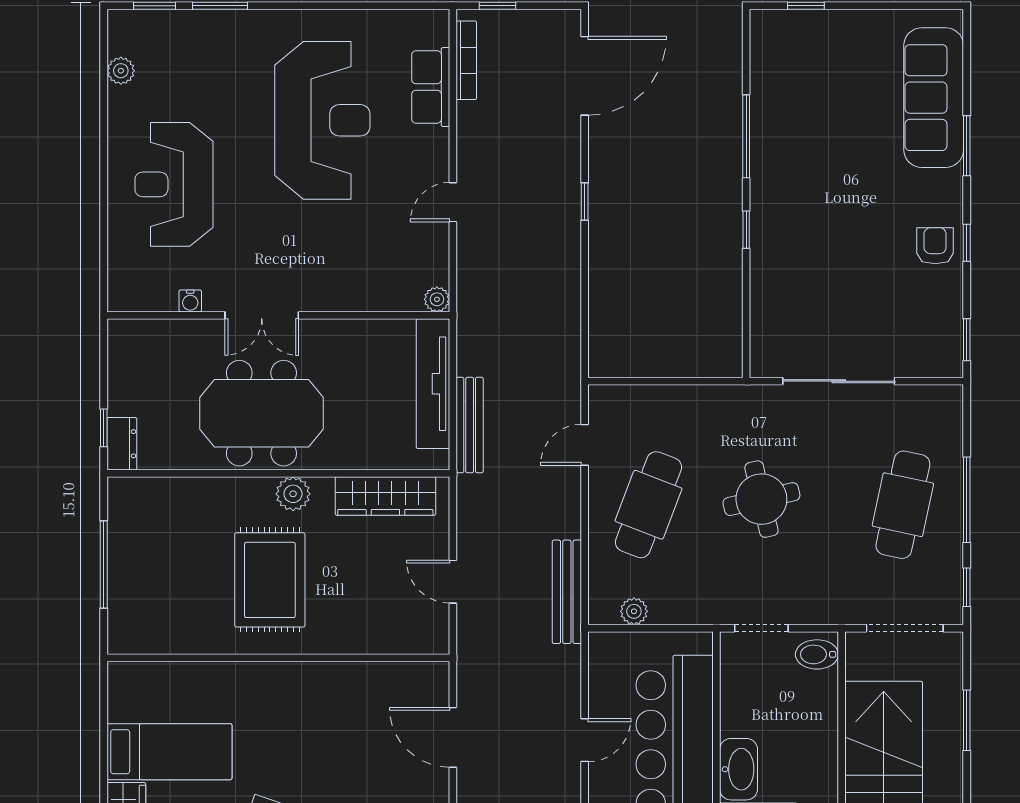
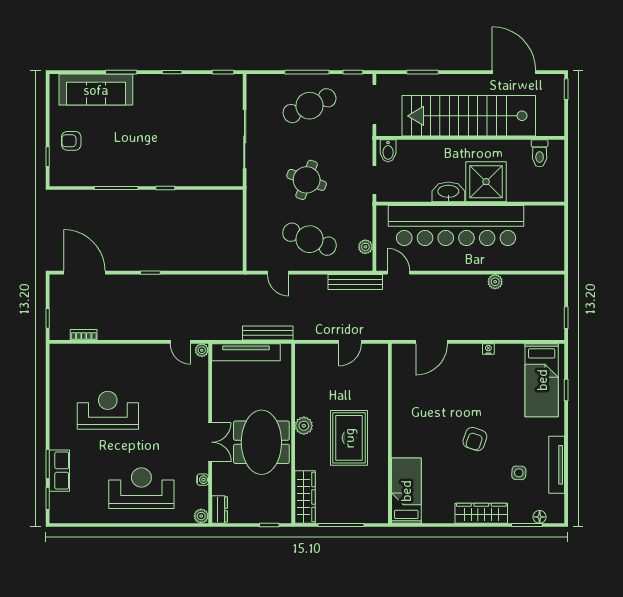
bookcase: (466, 60) -> (84, 335), width x0.64
plant: (121, 71) -> (201, 516), moved
row of seats: (431, 87) -> (59, 471), moved, turned -90
reception desk: (322, 120) -> (108, 410), width x0.74, depth x0.77
reception desk: (174, 184) -> (141, 488), turned 180
door: (453, 202) -> (180, 342), moved
armchair: (935, 246) -> (71, 141), moved
dresser: (122, 444) -> (220, 509), moved, turned 90
wardrobe: (385, 496) -> (305, 497), moved
round table: (761, 499) -> (307, 180), turned 33
cafe table: (903, 505) -> (310, 106), turned -36
rug: (270, 580) -> (349, 438), turned 90
door: (585, 740) -> (398, 273), moved
bed: (169, 752) -> (406, 491), moved

